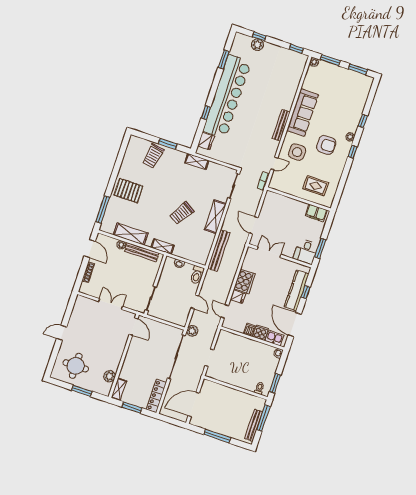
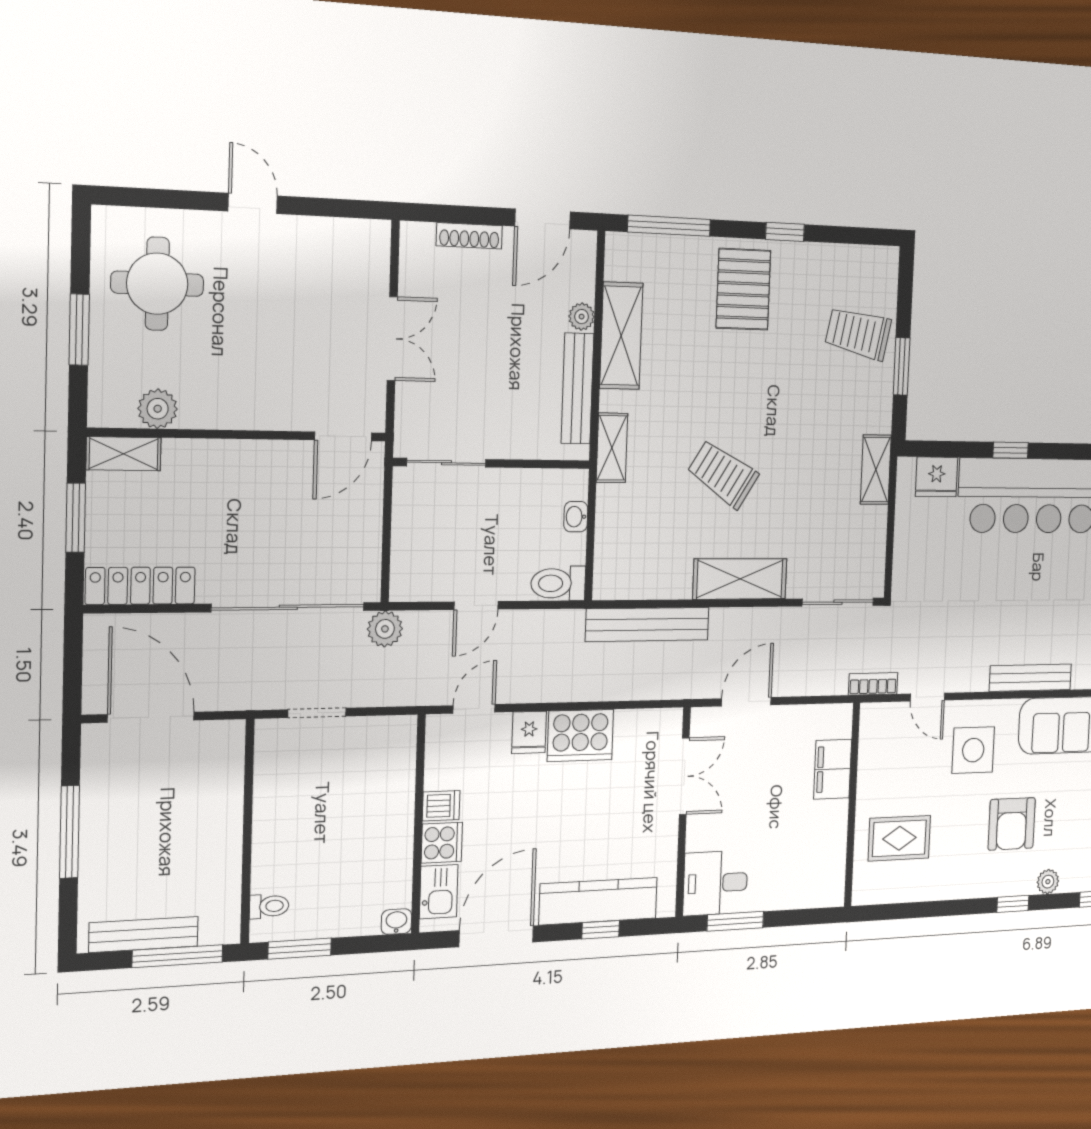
window: (115, 172) -> (785, 232), added
rug: (316, 186) -> (899, 838), turned 90
filing cabinet: (316, 213) -> (833, 769), moved

